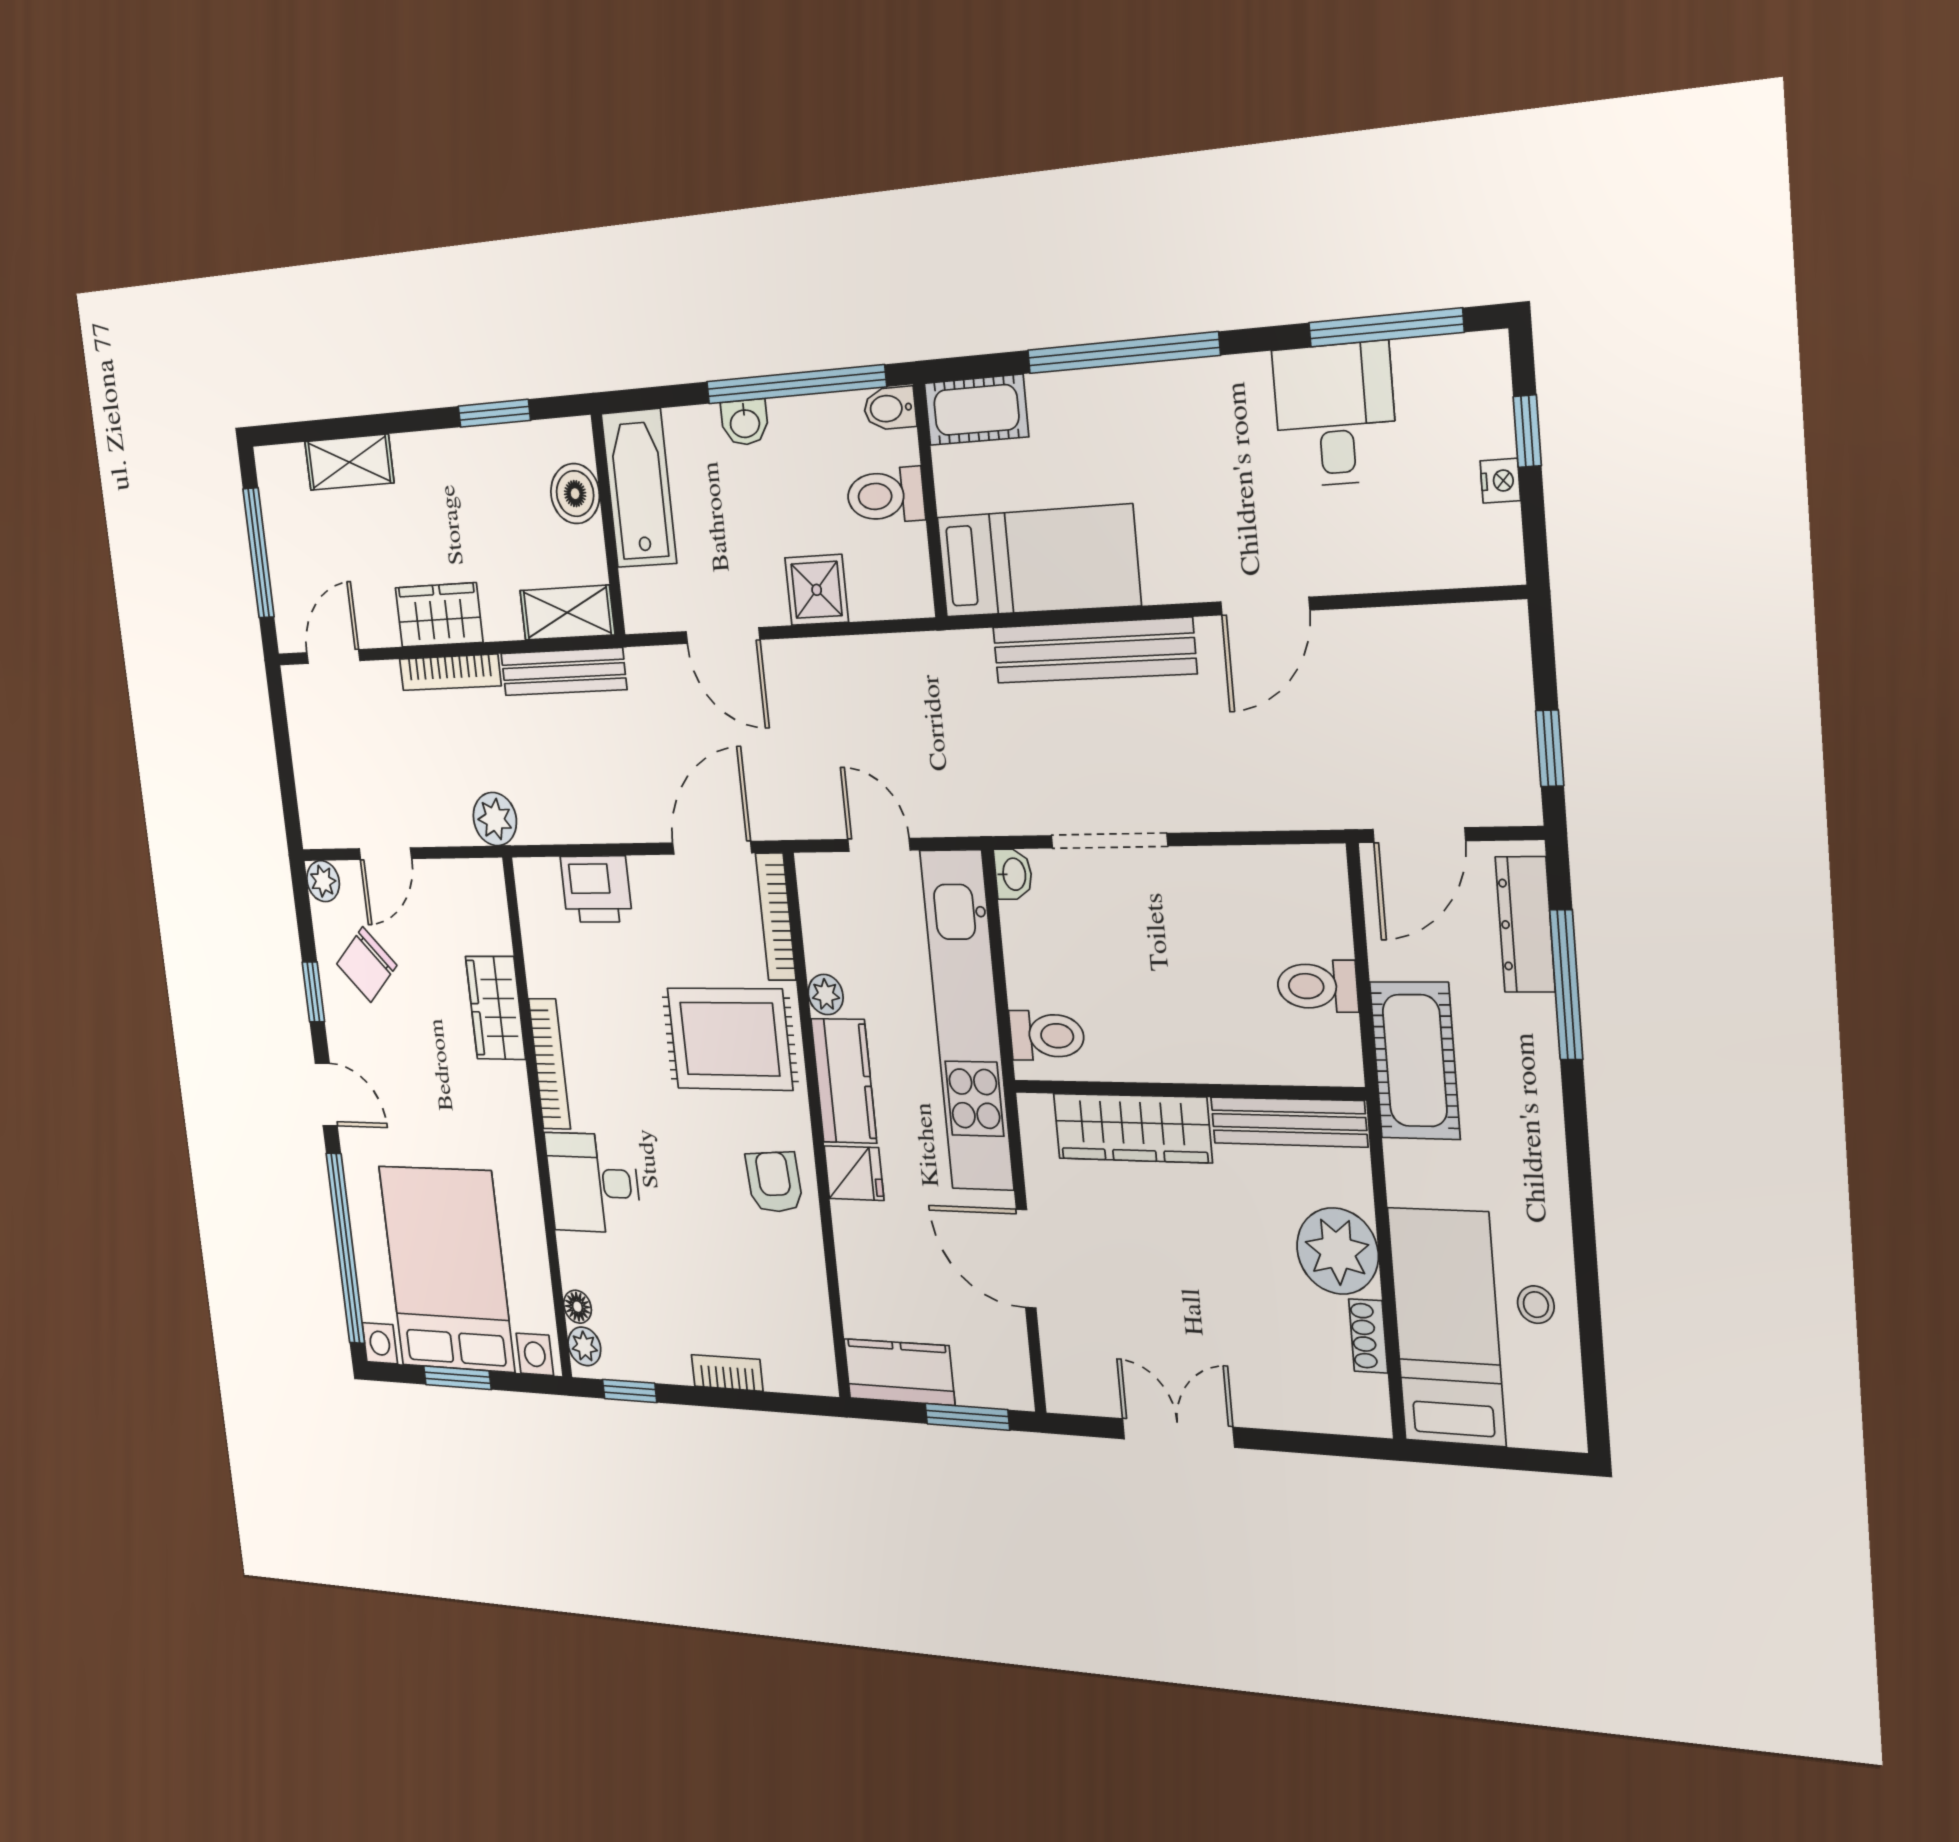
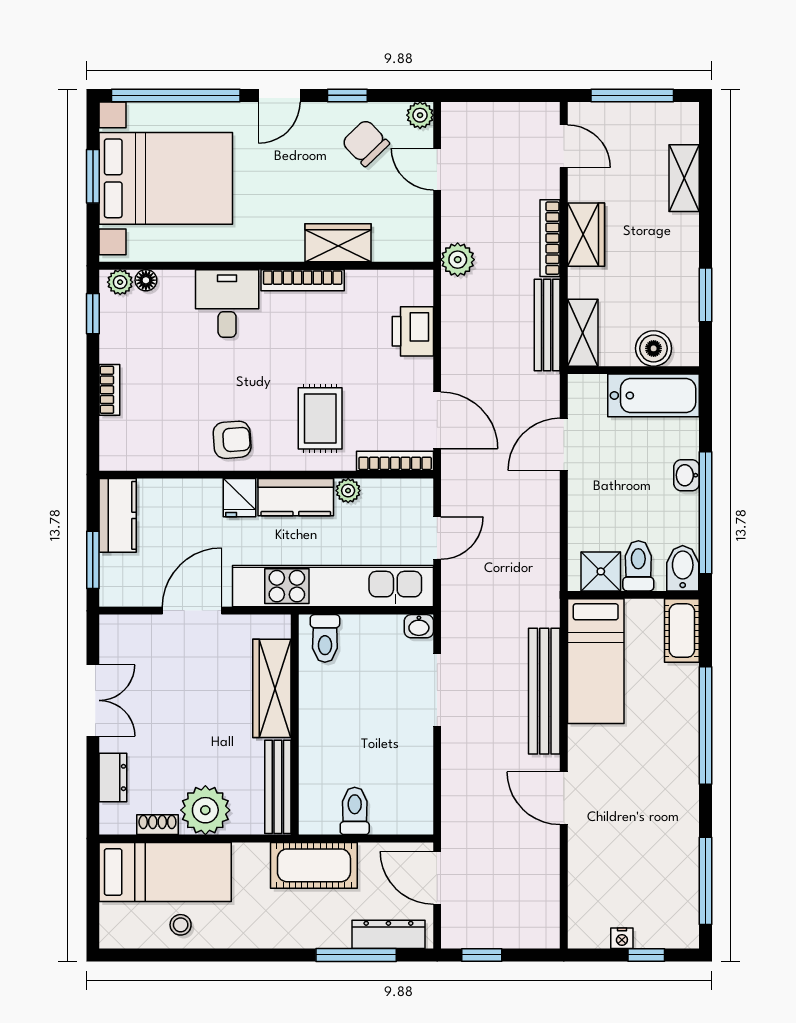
bidet: (890, 408) -> (683, 568), width x1.38, depth x1.36
desk: (1335, 415) -> (663, 848), removed
shower: (817, 590) -> (601, 571), moved
rug: (730, 1039) -> (320, 418), width x0.73, depth x0.70
dresser: (1297, 1408) -> (113, 777), added

